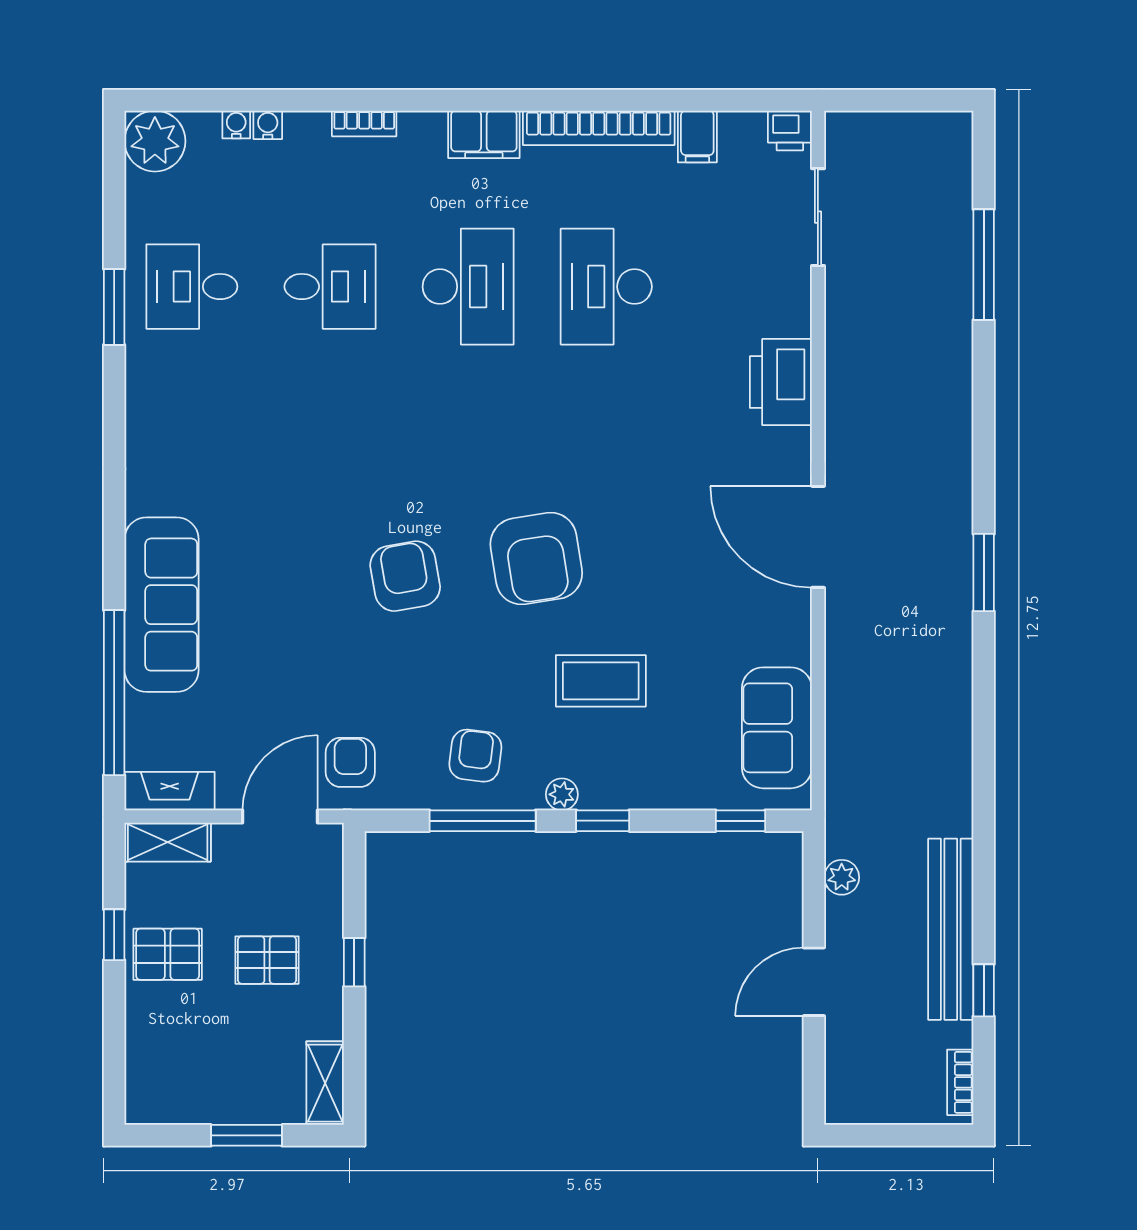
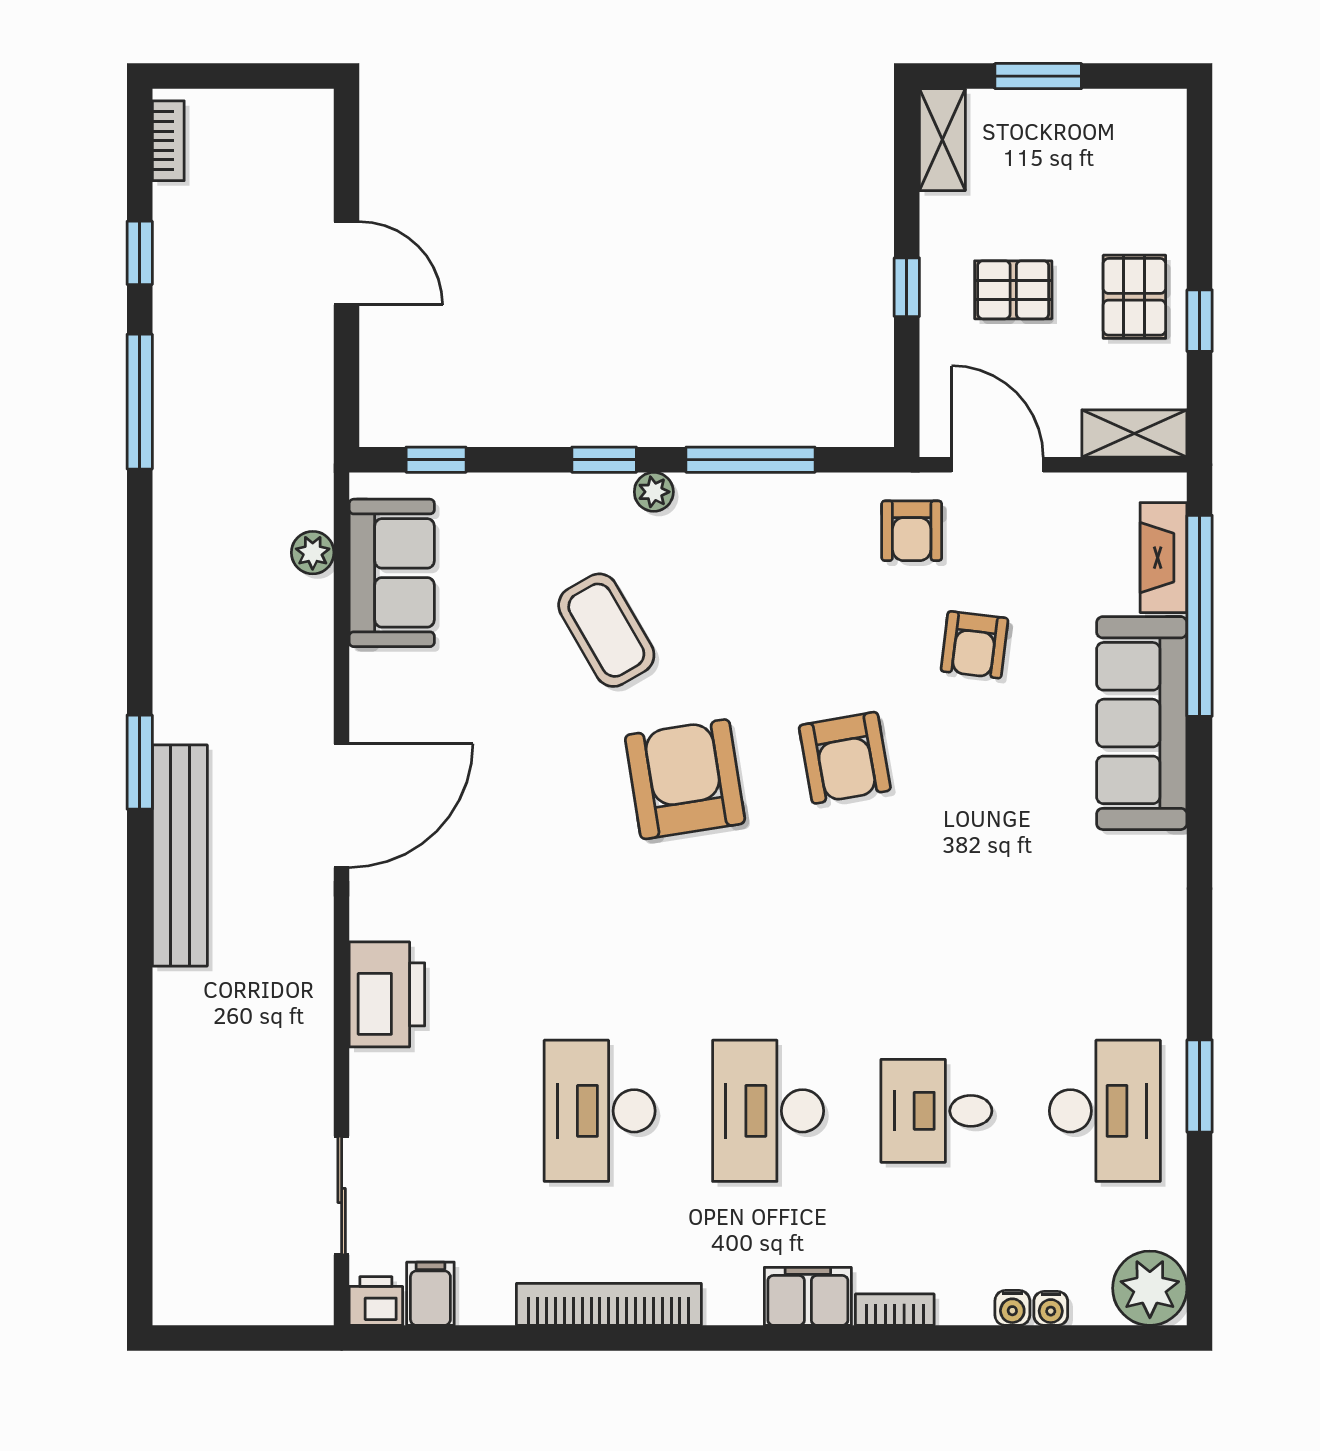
filing cabinet: (484, 134) -> (808, 1296), moved
filing cabinet: (697, 137) -> (430, 1294), moved
window: (984, 265) -> (140, 402), moved
desk: (192, 287) -> (1105, 1111), width x1.37
desk: (606, 287) -> (600, 1111), turned 180
door: (818, 537) -> (342, 806), hinge flipped
coffee table: (601, 681) -> (606, 630), turned 60
armchair: (475, 756) -> (975, 645), moved
fireplace: (170, 791) -> (1163, 558), moved, turned 90
door: (280, 817) -> (997, 465), swing flipped
plant: (842, 877) -> (313, 553), moved
bench: (951, 929) -> (180, 855), moved
pallet: (168, 954) -> (1134, 297), turned 90
door: (814, 982) -> (347, 263), hinge flipped

